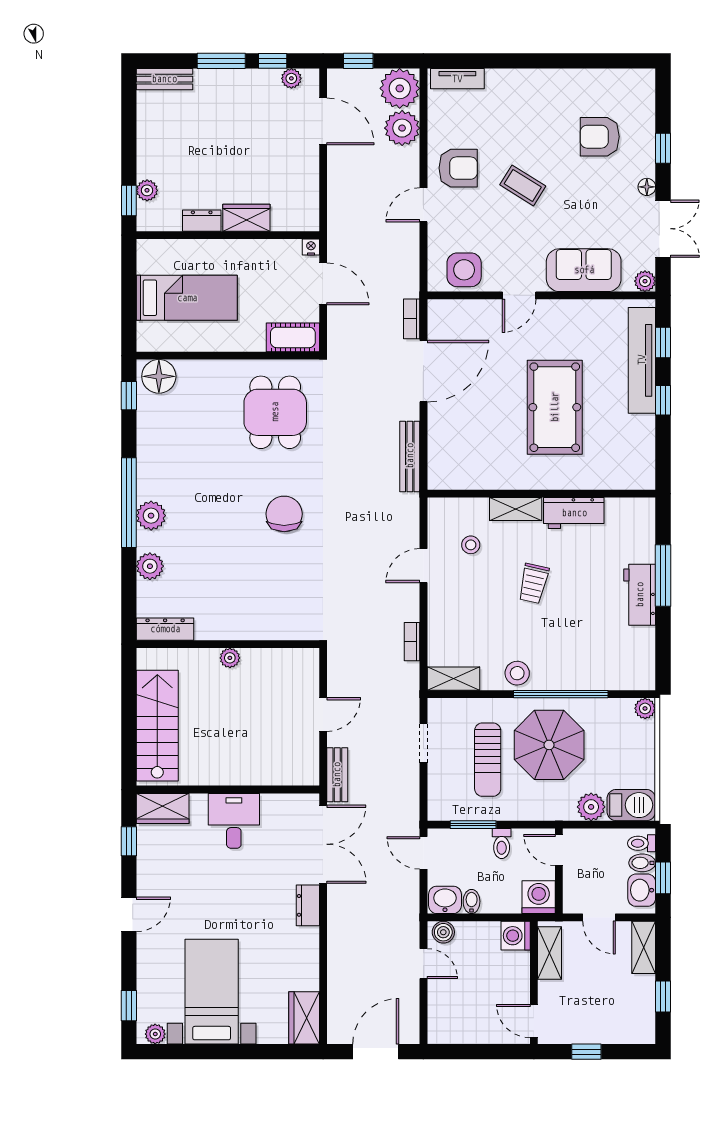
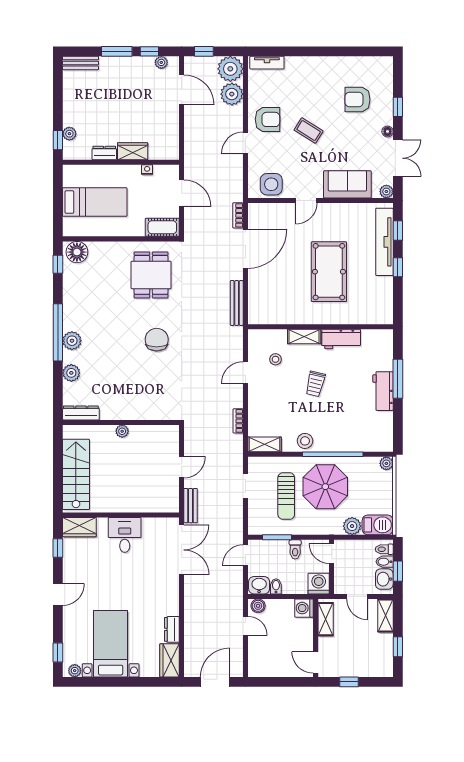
nightstand: (311, 247) -> (147, 170), moved
door: (423, 853) -> (245, 555), hinge flipped
dresser: (308, 905) -> (172, 629), moved

